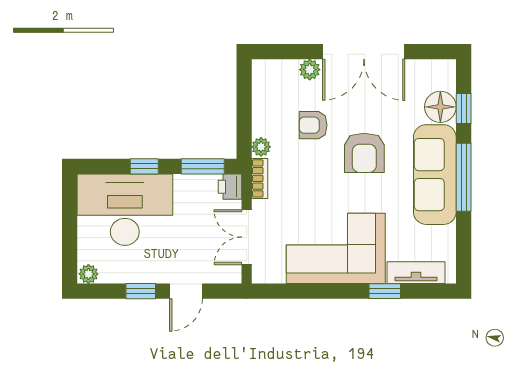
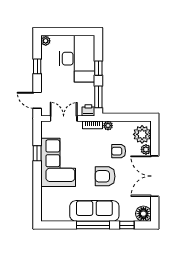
plant: (279, 77) -> (142, 134), added
floor lamp: (440, 107) -> (143, 214), moved
armchair: (313, 125) -> (119, 151), turned -90
tv unit: (416, 273) -> (46, 202), removed
door: (186, 291) -> (37, 100), moved
window: (385, 291) -> (37, 153), moved

